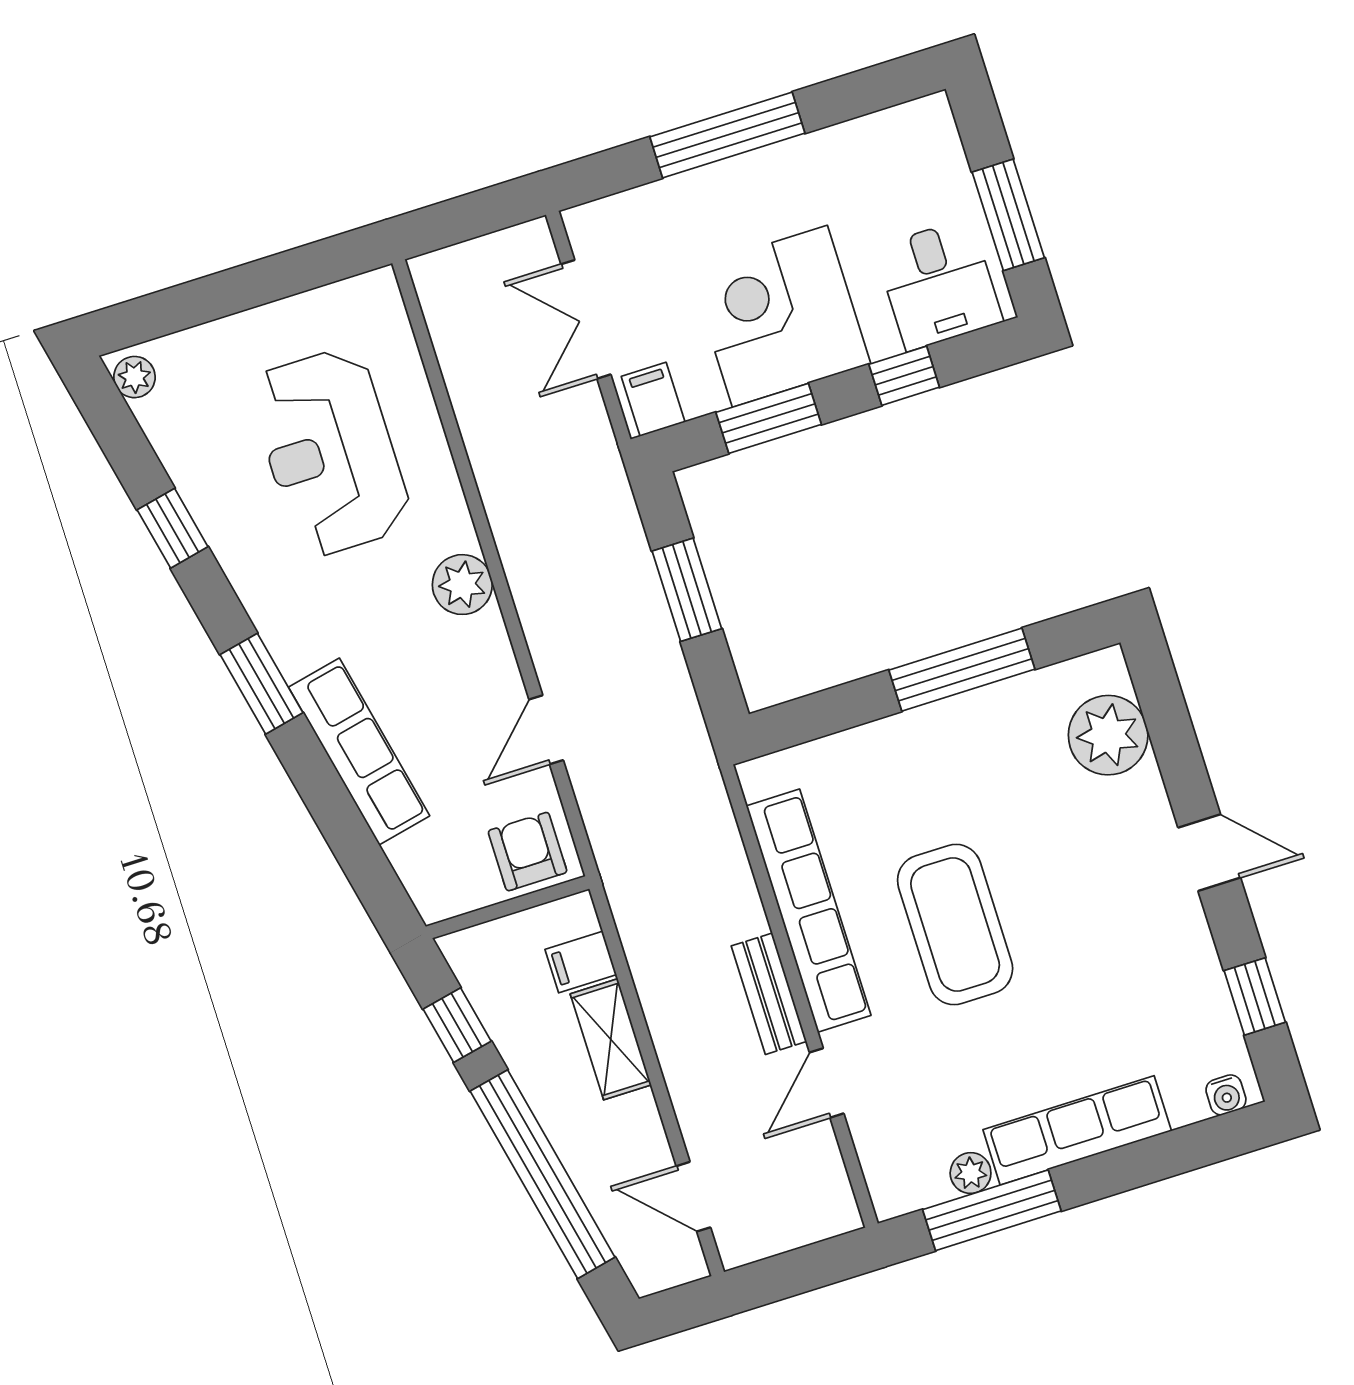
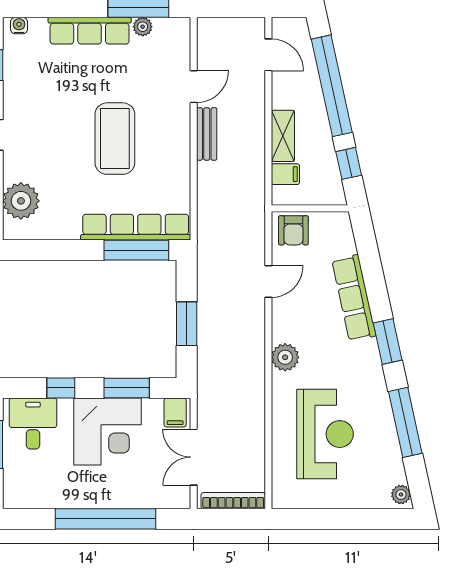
window: (727, 135) -> (105, 519), width x1.46
bookcase: (476, 255) -> (233, 501), added
double door: (586, 319) -> (194, 457), swing flipped
window: (173, 528) -> (405, 422), width x2.17
window: (962, 670) -> (136, 250), moved
row of seats: (809, 911) -> (136, 227), moved, turned 90

